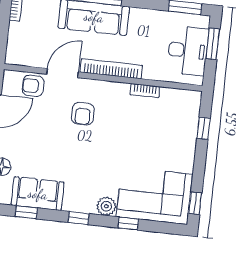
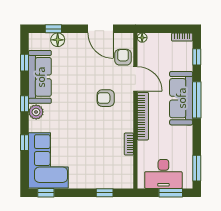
floor lamp: (11, 59) -> (142, 38), added
sofa: (38, 194) -> (40, 77), width x1.36
plant: (106, 206) -> (36, 112), moved

